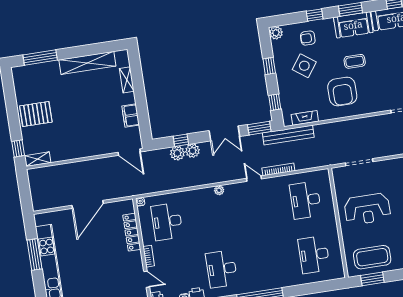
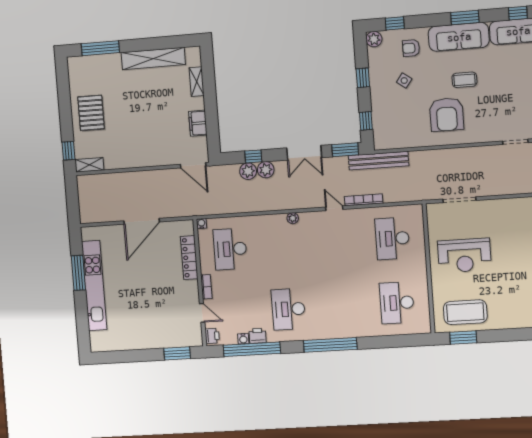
window: (315, 15) -> (395, 23), moved
sofa: (353, 25) -> (459, 37), width x1.36
side table: (304, 66) -> (404, 81), width x0.54, depth x0.54
pallet: (36, 114) -> (91, 113), turned 90
fireplace: (305, 118) -> (400, 142), removed

